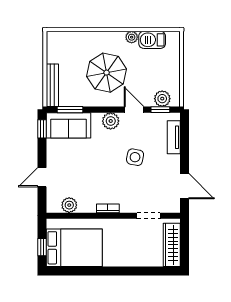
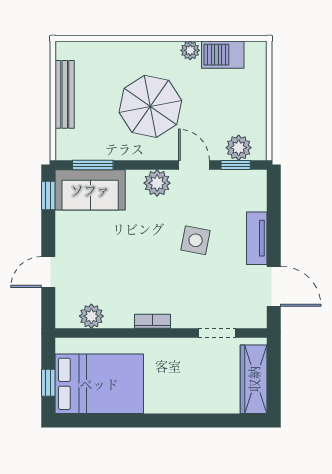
bench: (52, 85) -> (65, 94), moved
tv unit: (174, 137) -> (257, 238), moved

